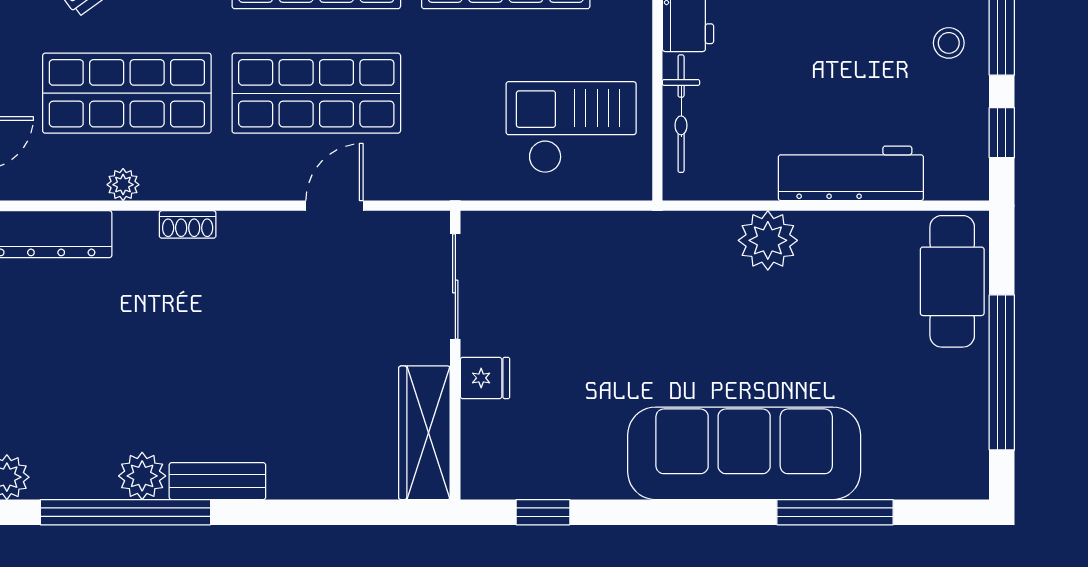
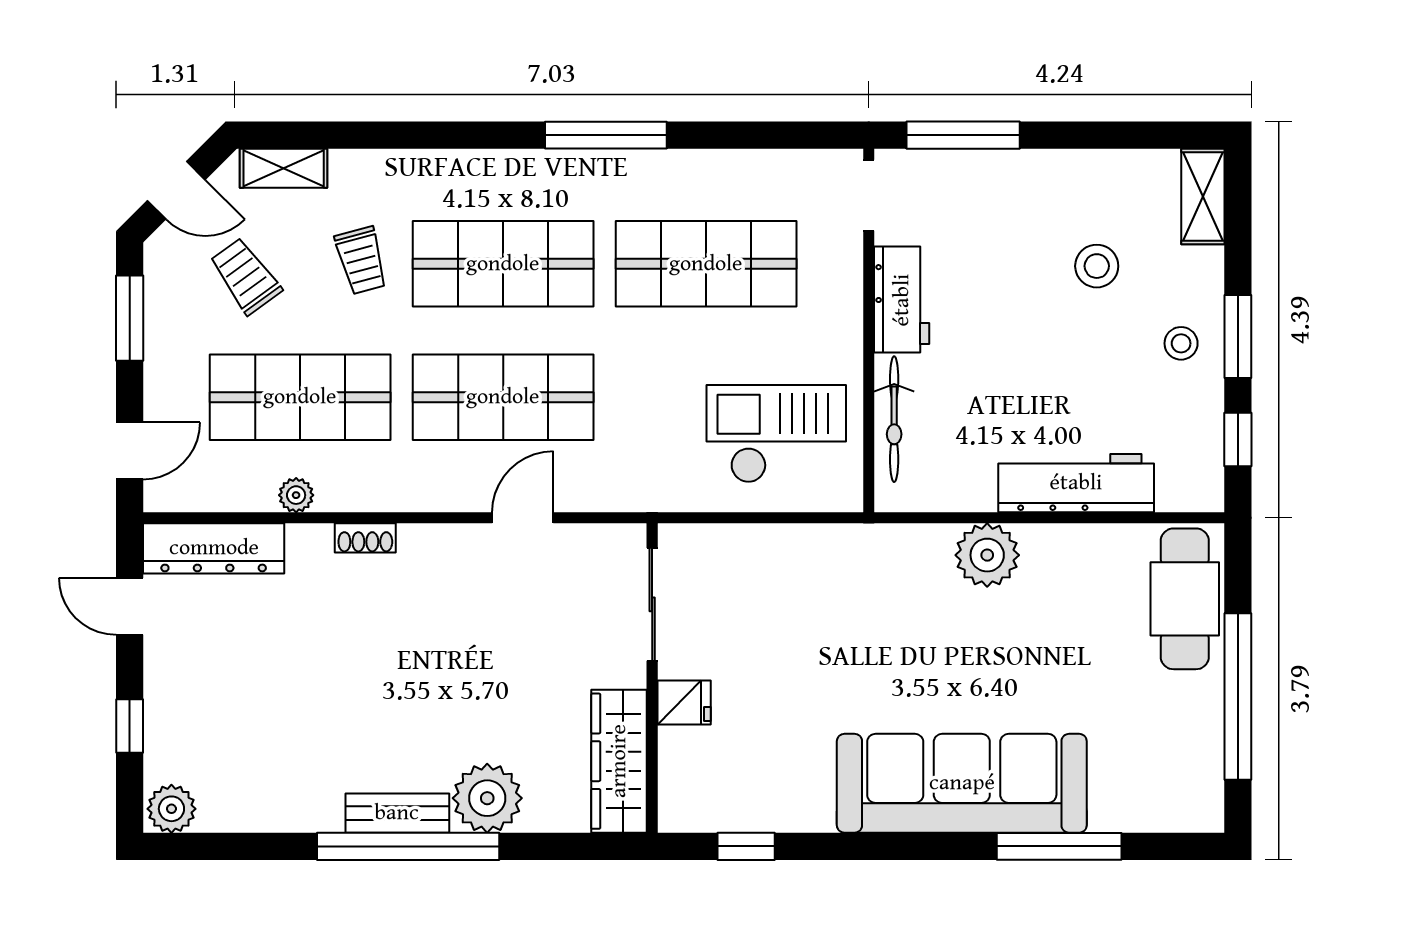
plant: (142, 476) -> (487, 798), moved, width x1.36, depth x1.36
window: (125, 512) -> (408, 846), moved

